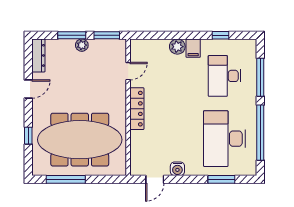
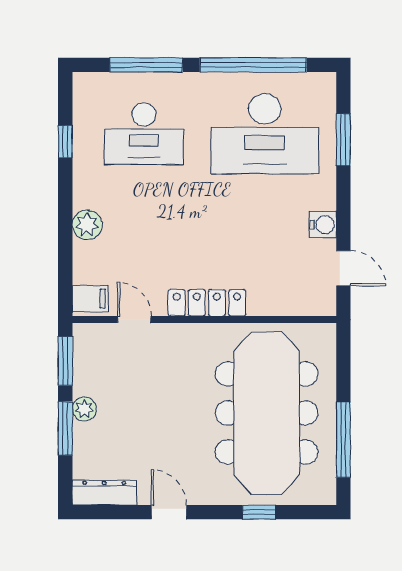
filing cabinet: (193, 48) -> (90, 299), moved

